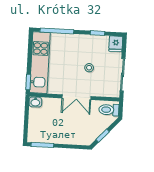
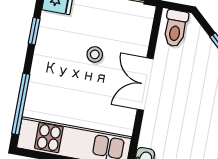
double door: (76, 97) -> (145, 84), swing flipped

